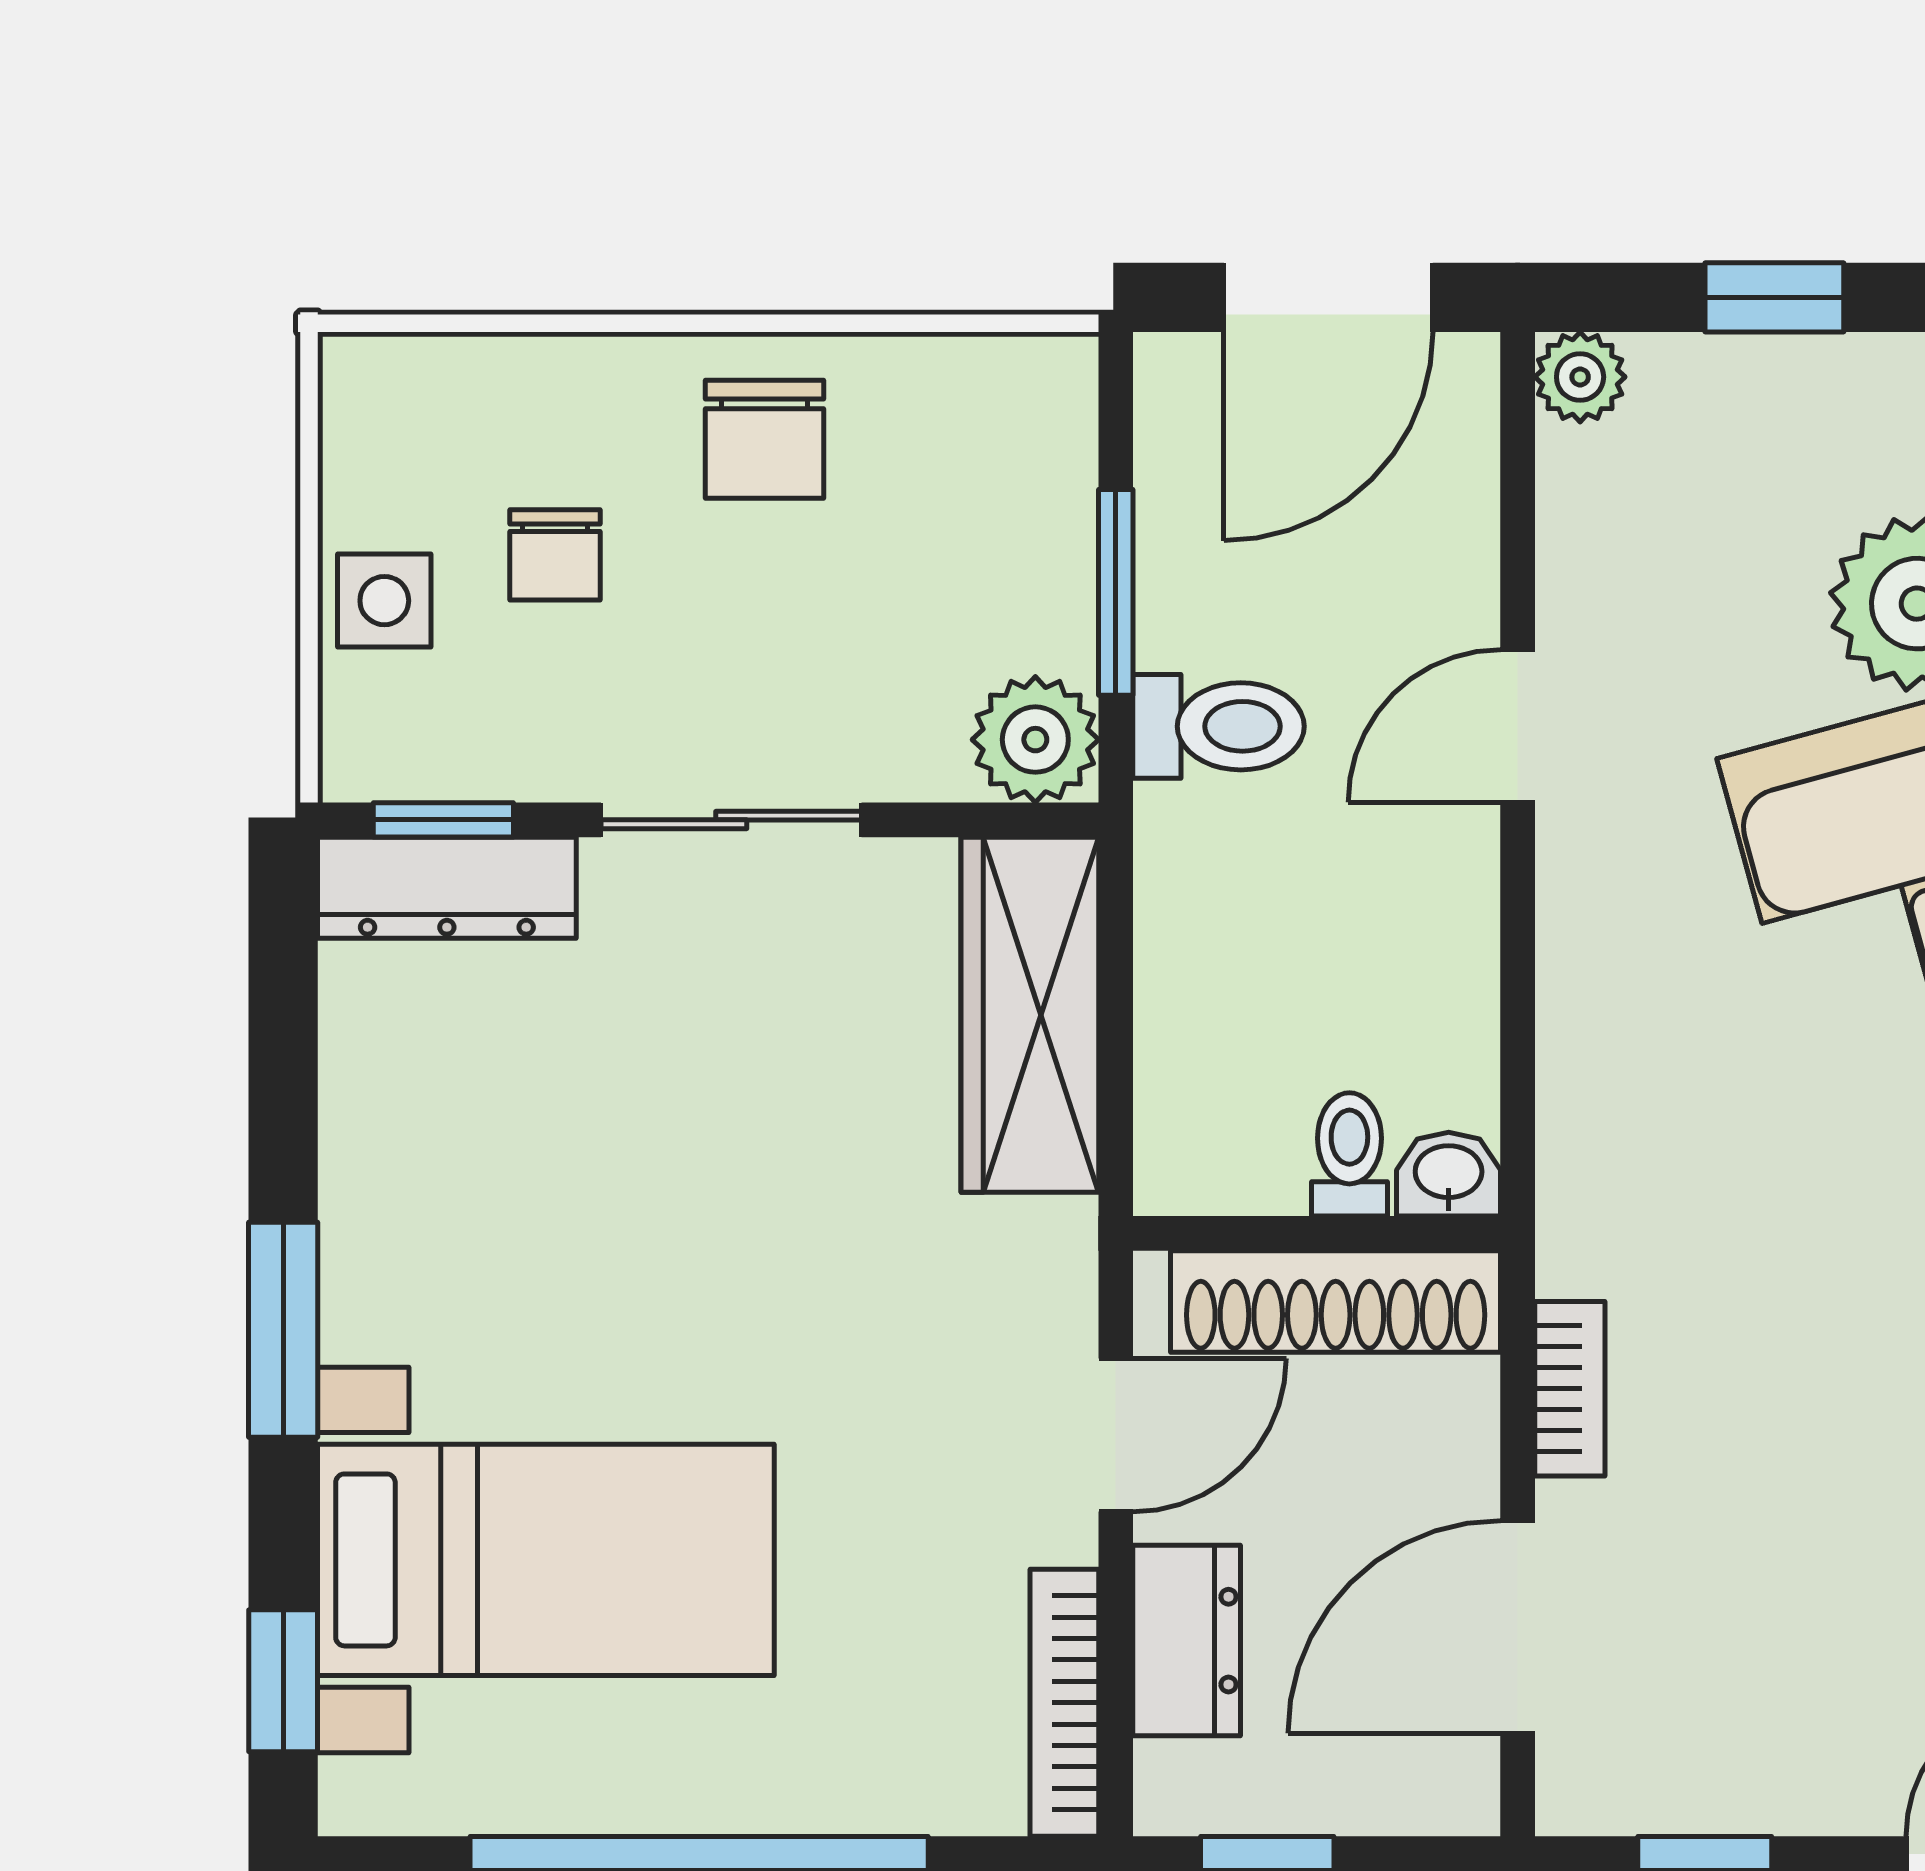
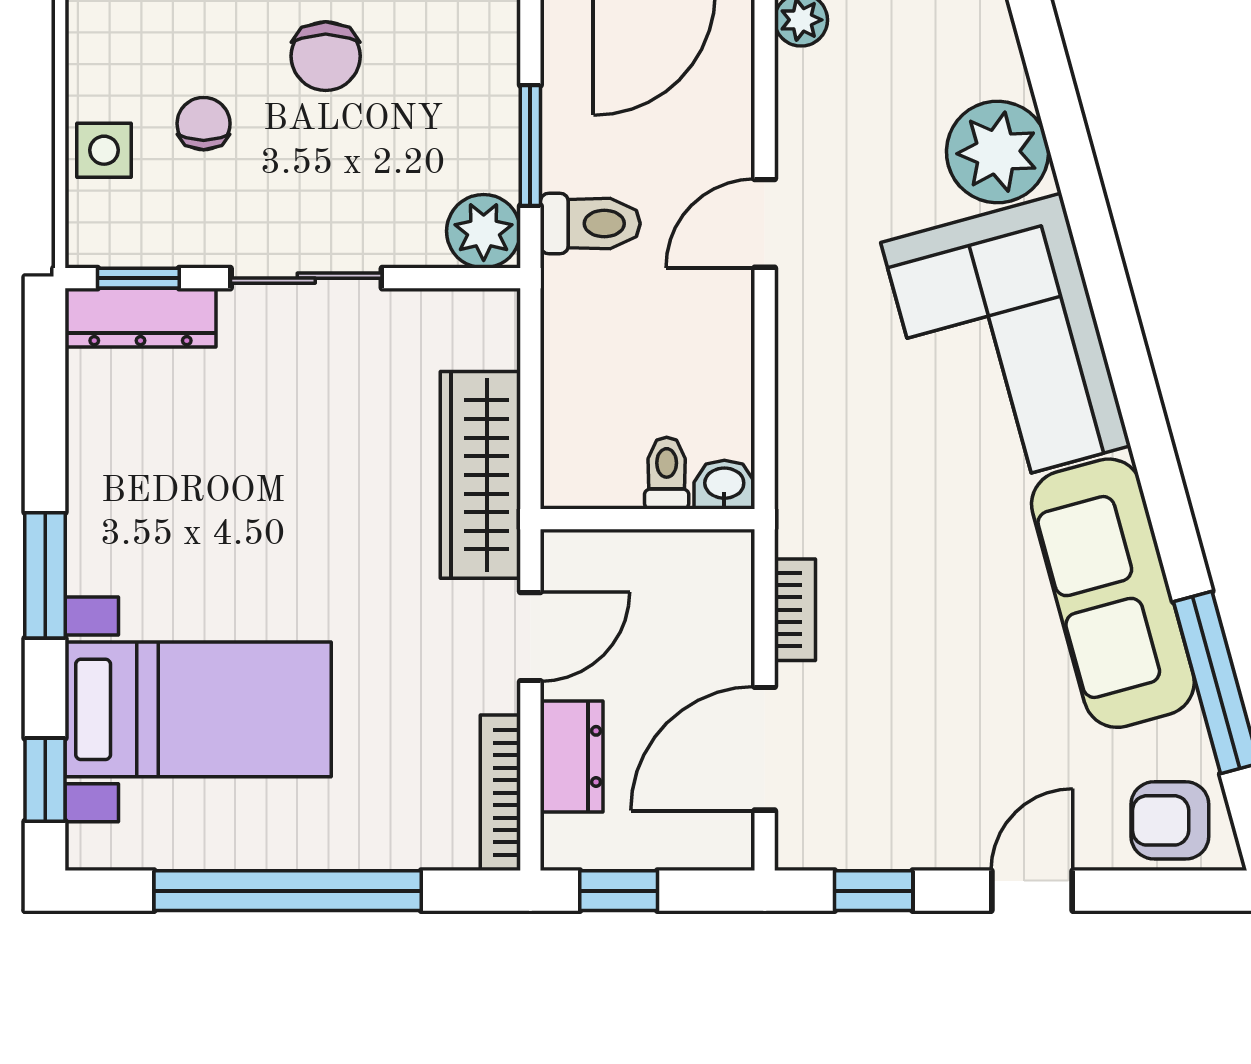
chair: (555, 555) -> (204, 124), turned 180
wardrobe: (1030, 1015) -> (480, 475), moved
shoe rack: (1336, 1302) -> (659, 559), removed

